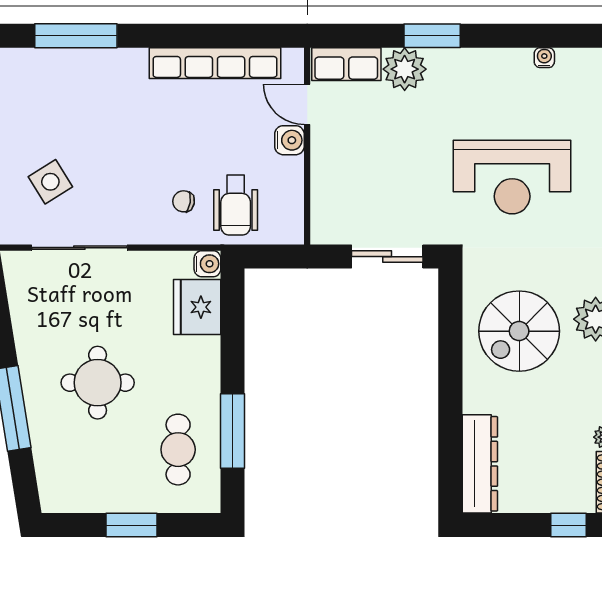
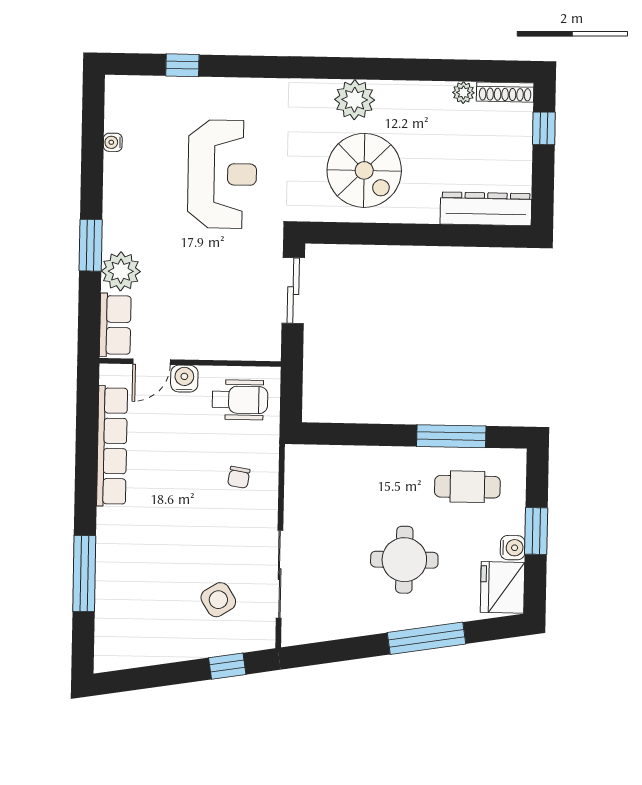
wheelchair: (236, 205) -> (240, 400), moved
water cooler: (207, 264) -> (513, 548), moved, turned 90
fridge: (197, 307) -> (502, 587), moved, turned 90

